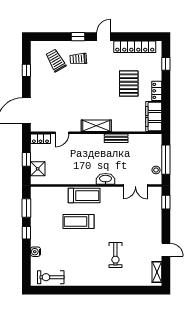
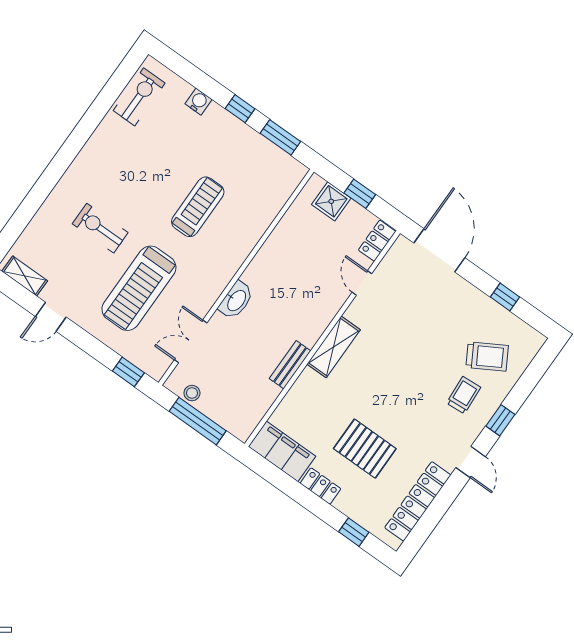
treadmill: (84, 196) -> (139, 288), moved, width x1.37, depth x1.38

